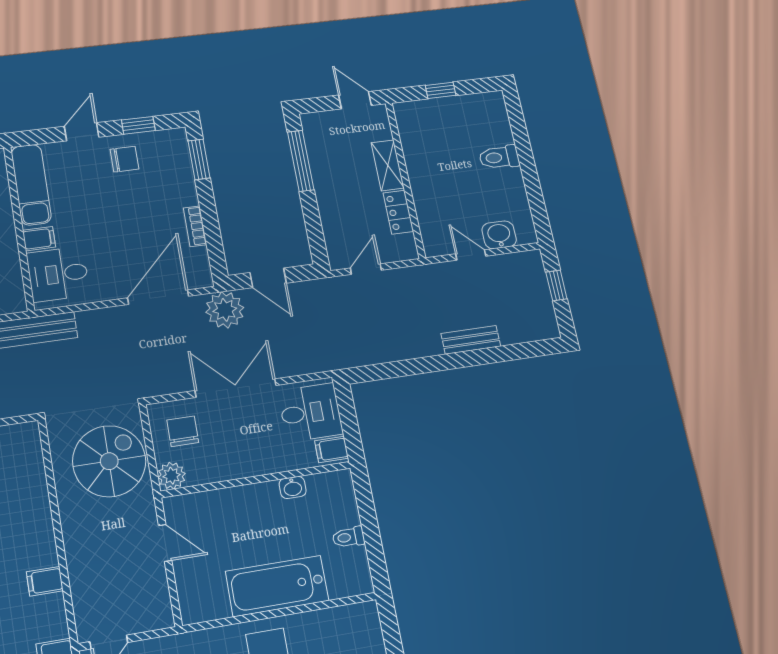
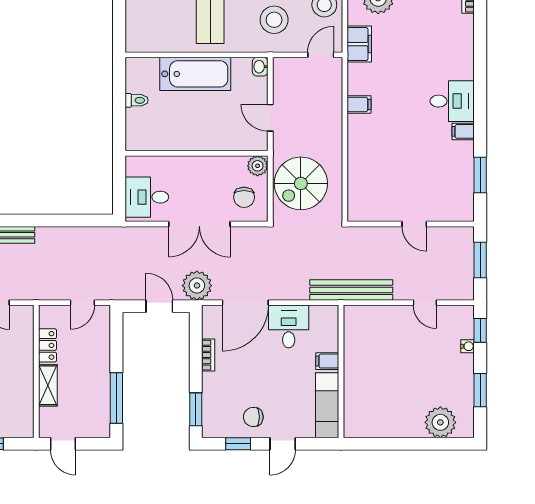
desk: (58, 274) -> (289, 326), moved, turned -90
filing cabinet: (332, 450) -> (136, 167), removed
washbasin: (293, 487) -> (260, 67), moved, turned -90

